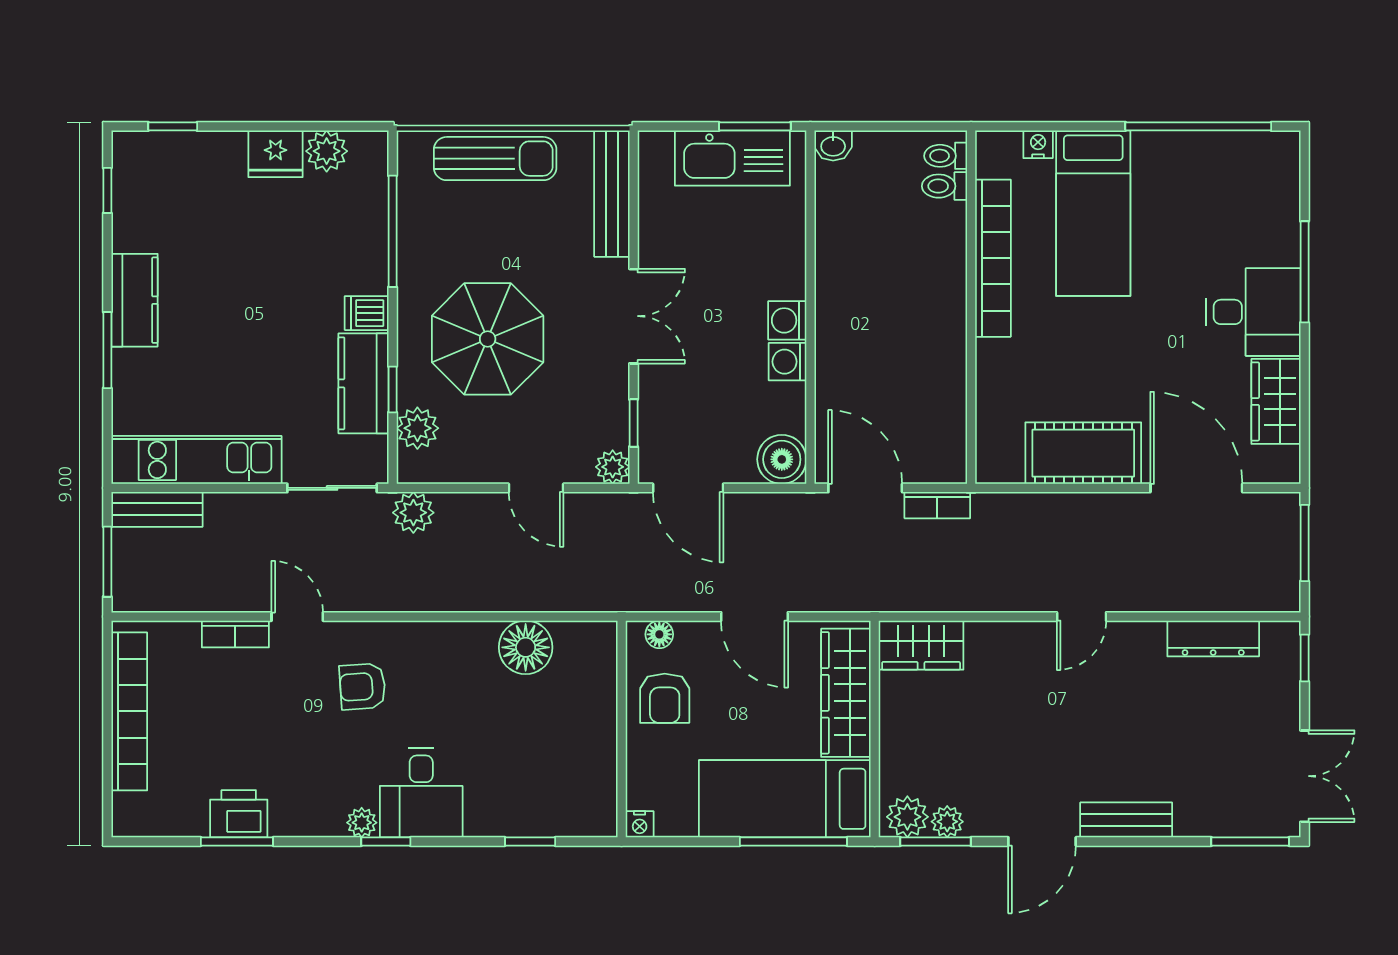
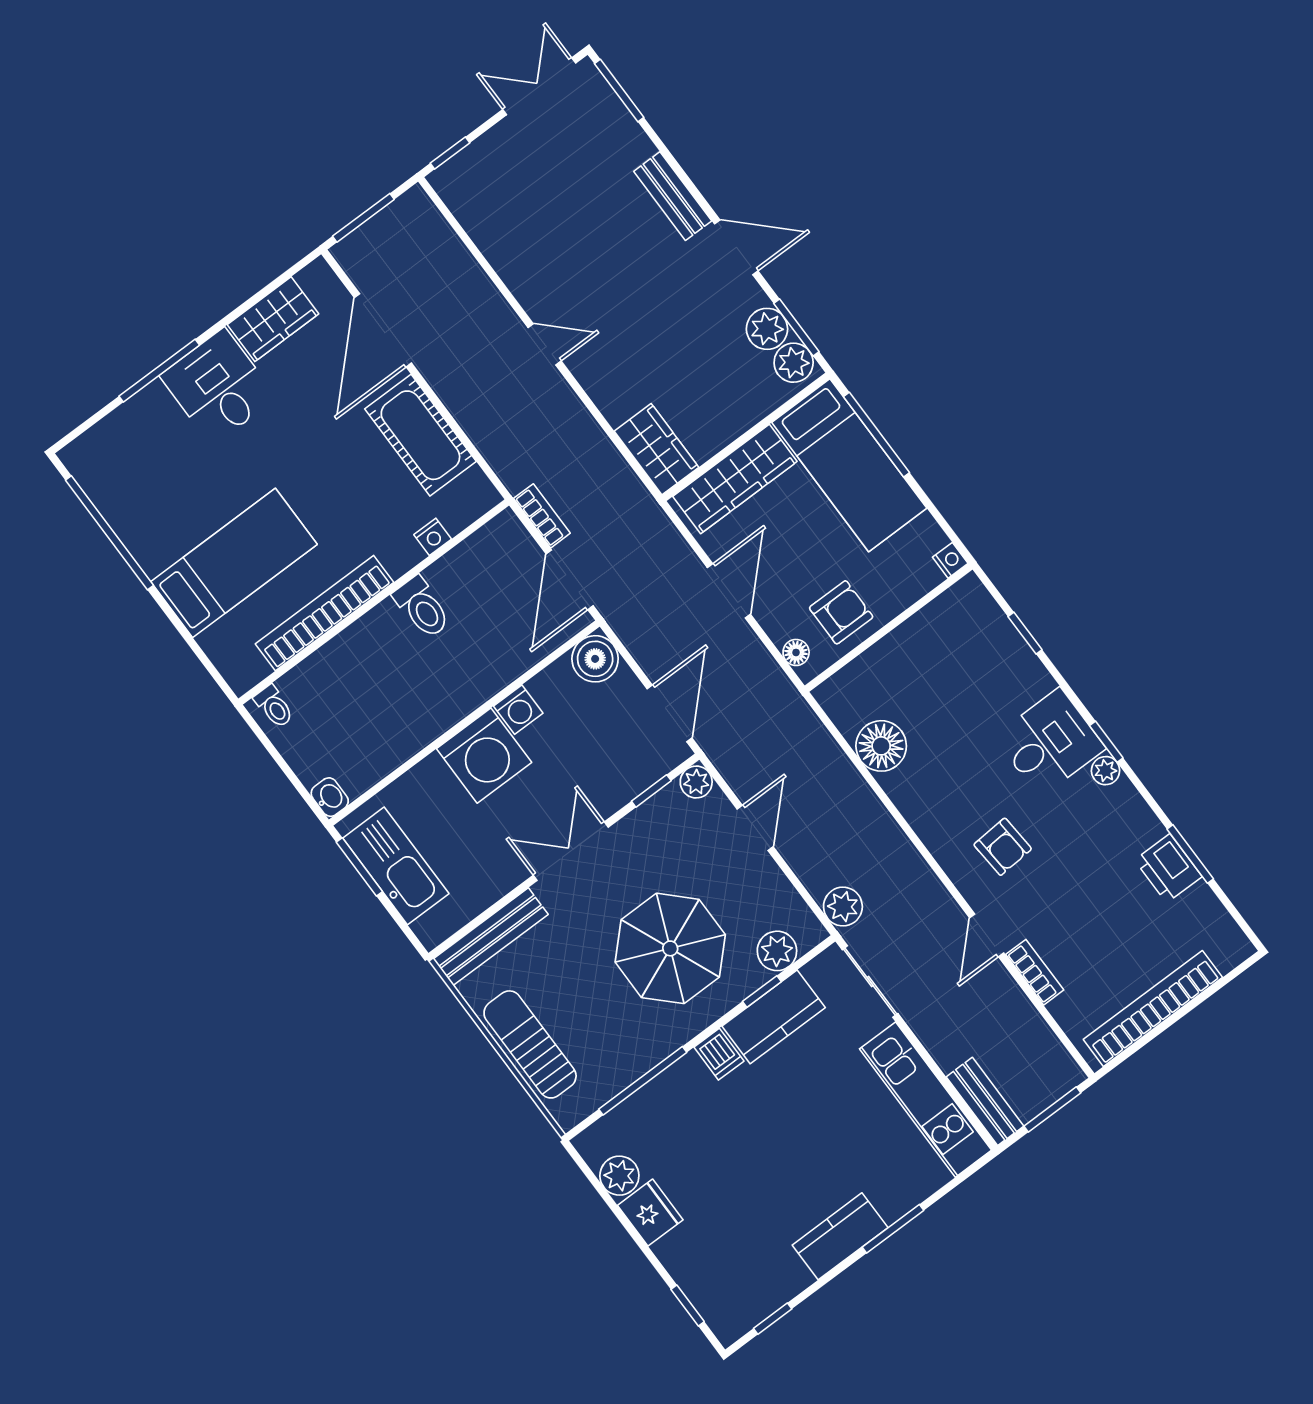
nightstand: (1038, 144) -> (433, 537), moved, turned -90
toilet: (944, 186) -> (422, 607), moved, width x1.37, depth x1.39
washing machine: (787, 320) -> (484, 756), width x1.89, depth x1.89
dresser: (1213, 638) -> (487, 233), removed
plant: (947, 822) -> (767, 329), width x1.38, depth x1.38

